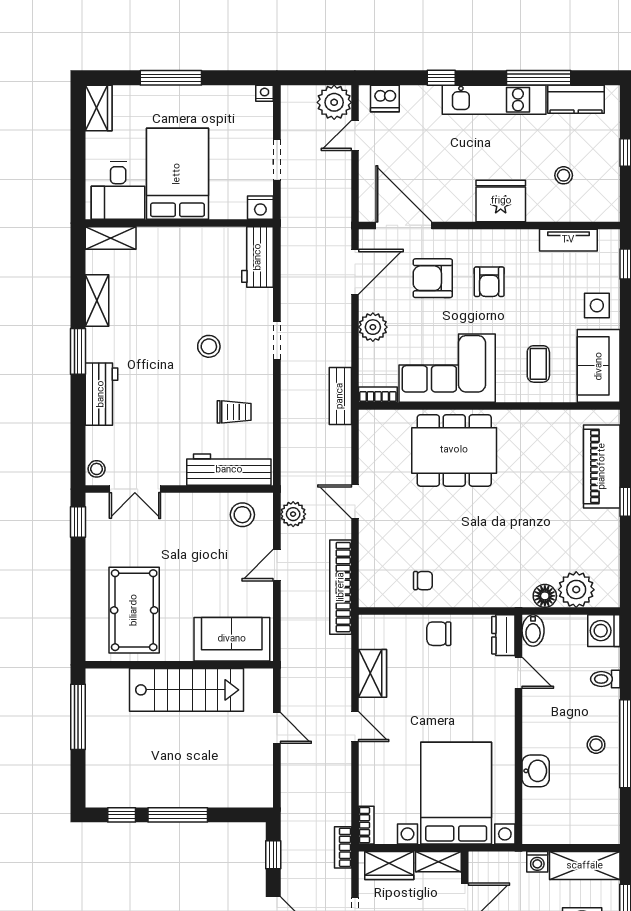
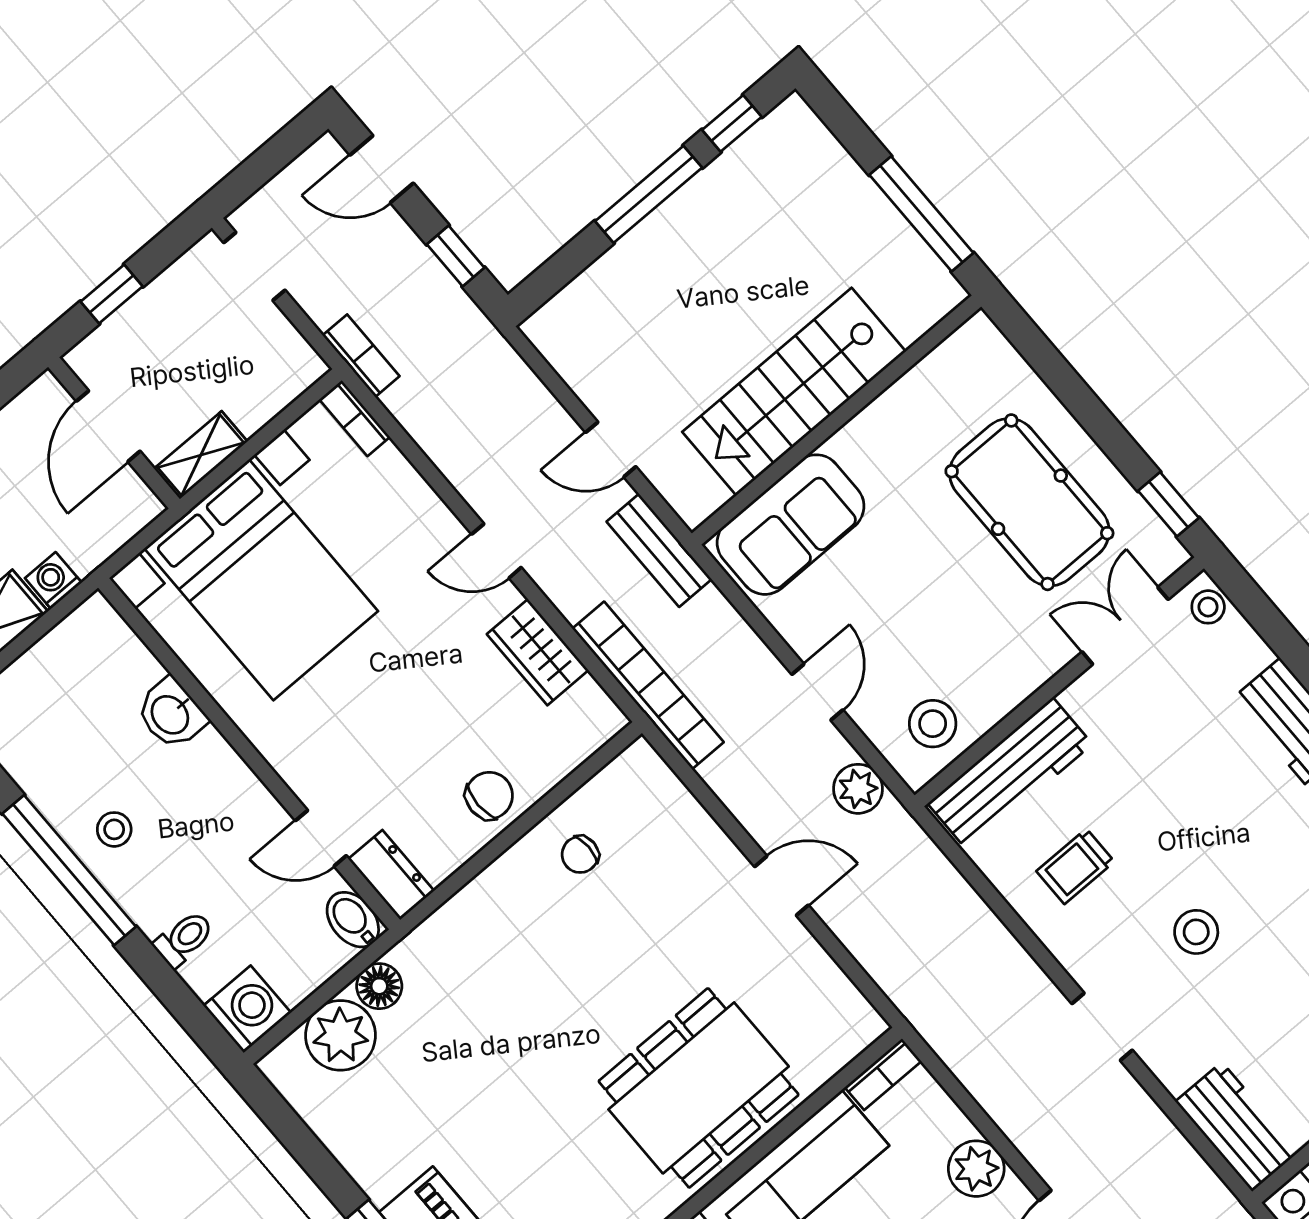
bench: (340, 396) -> (659, 550), moved
bookcase: (341, 587) -> (648, 685), moved
pool table: (134, 610) -> (1029, 502), moved
wardrobe: (389, 866) -> (269, 387), removed

